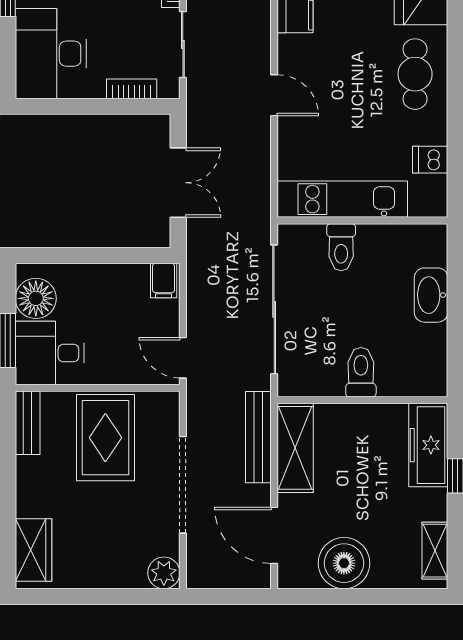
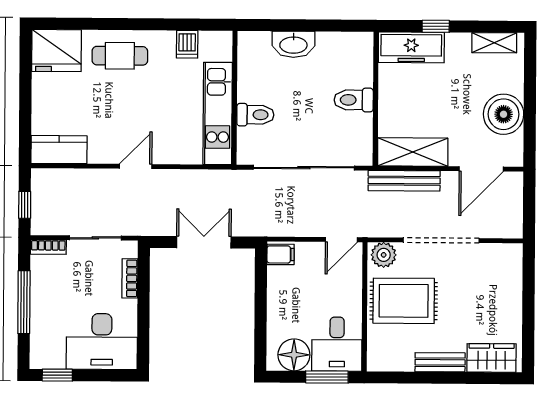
bench: (28, 423) -> (440, 362), moved
plant: (164, 573) -> (384, 255), moved

